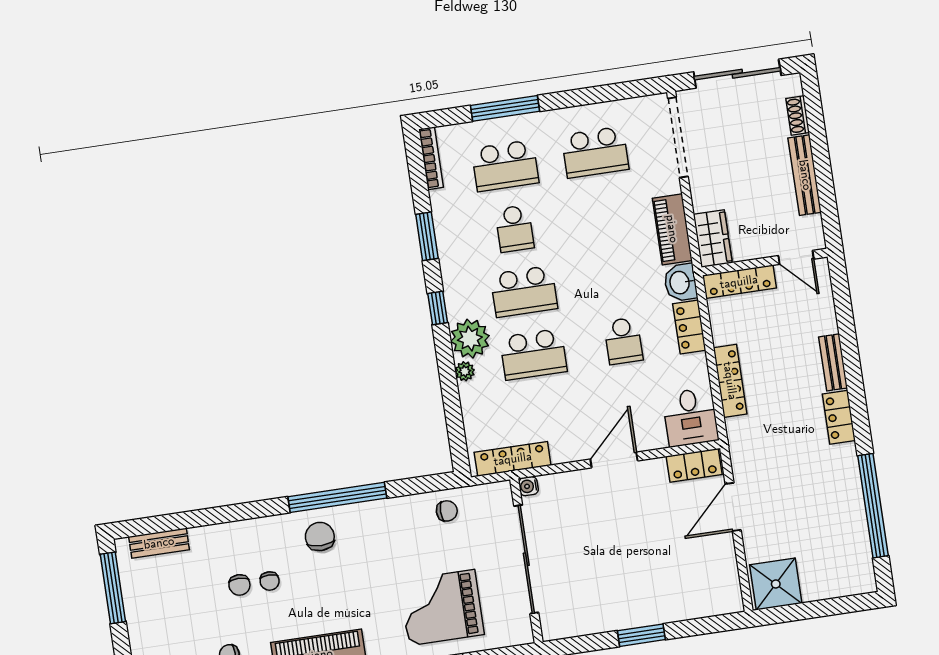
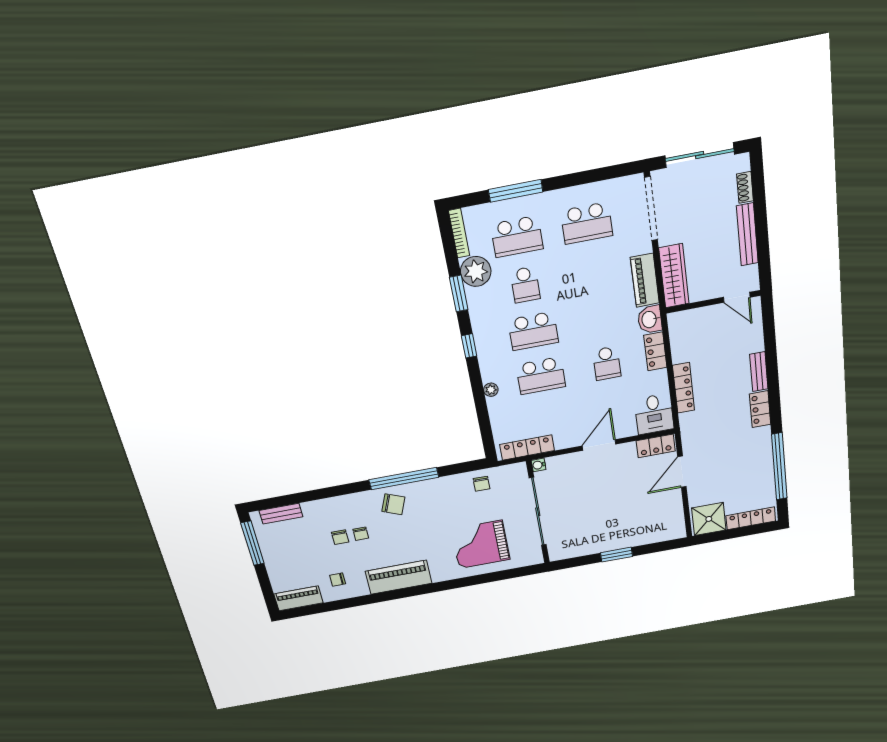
wardrobe: (713, 239) -> (674, 276), width x1.50
locker: (739, 282) -> (751, 518), moved, turned 180
plant: (470, 339) -> (476, 271), moved
chair: (447, 511) -> (481, 484), turned 91
chair: (320, 537) -> (393, 504), turned 112

